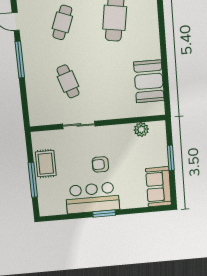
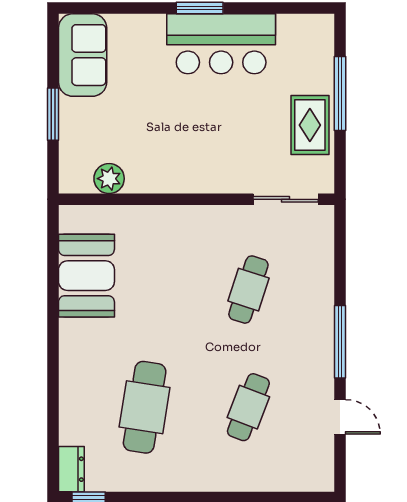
cafe table: (68, 81) -> (248, 290), turned 36
sliding door: (79, 125) -> (286, 199), moved
armchair: (100, 164) -> (199, 113), removed

